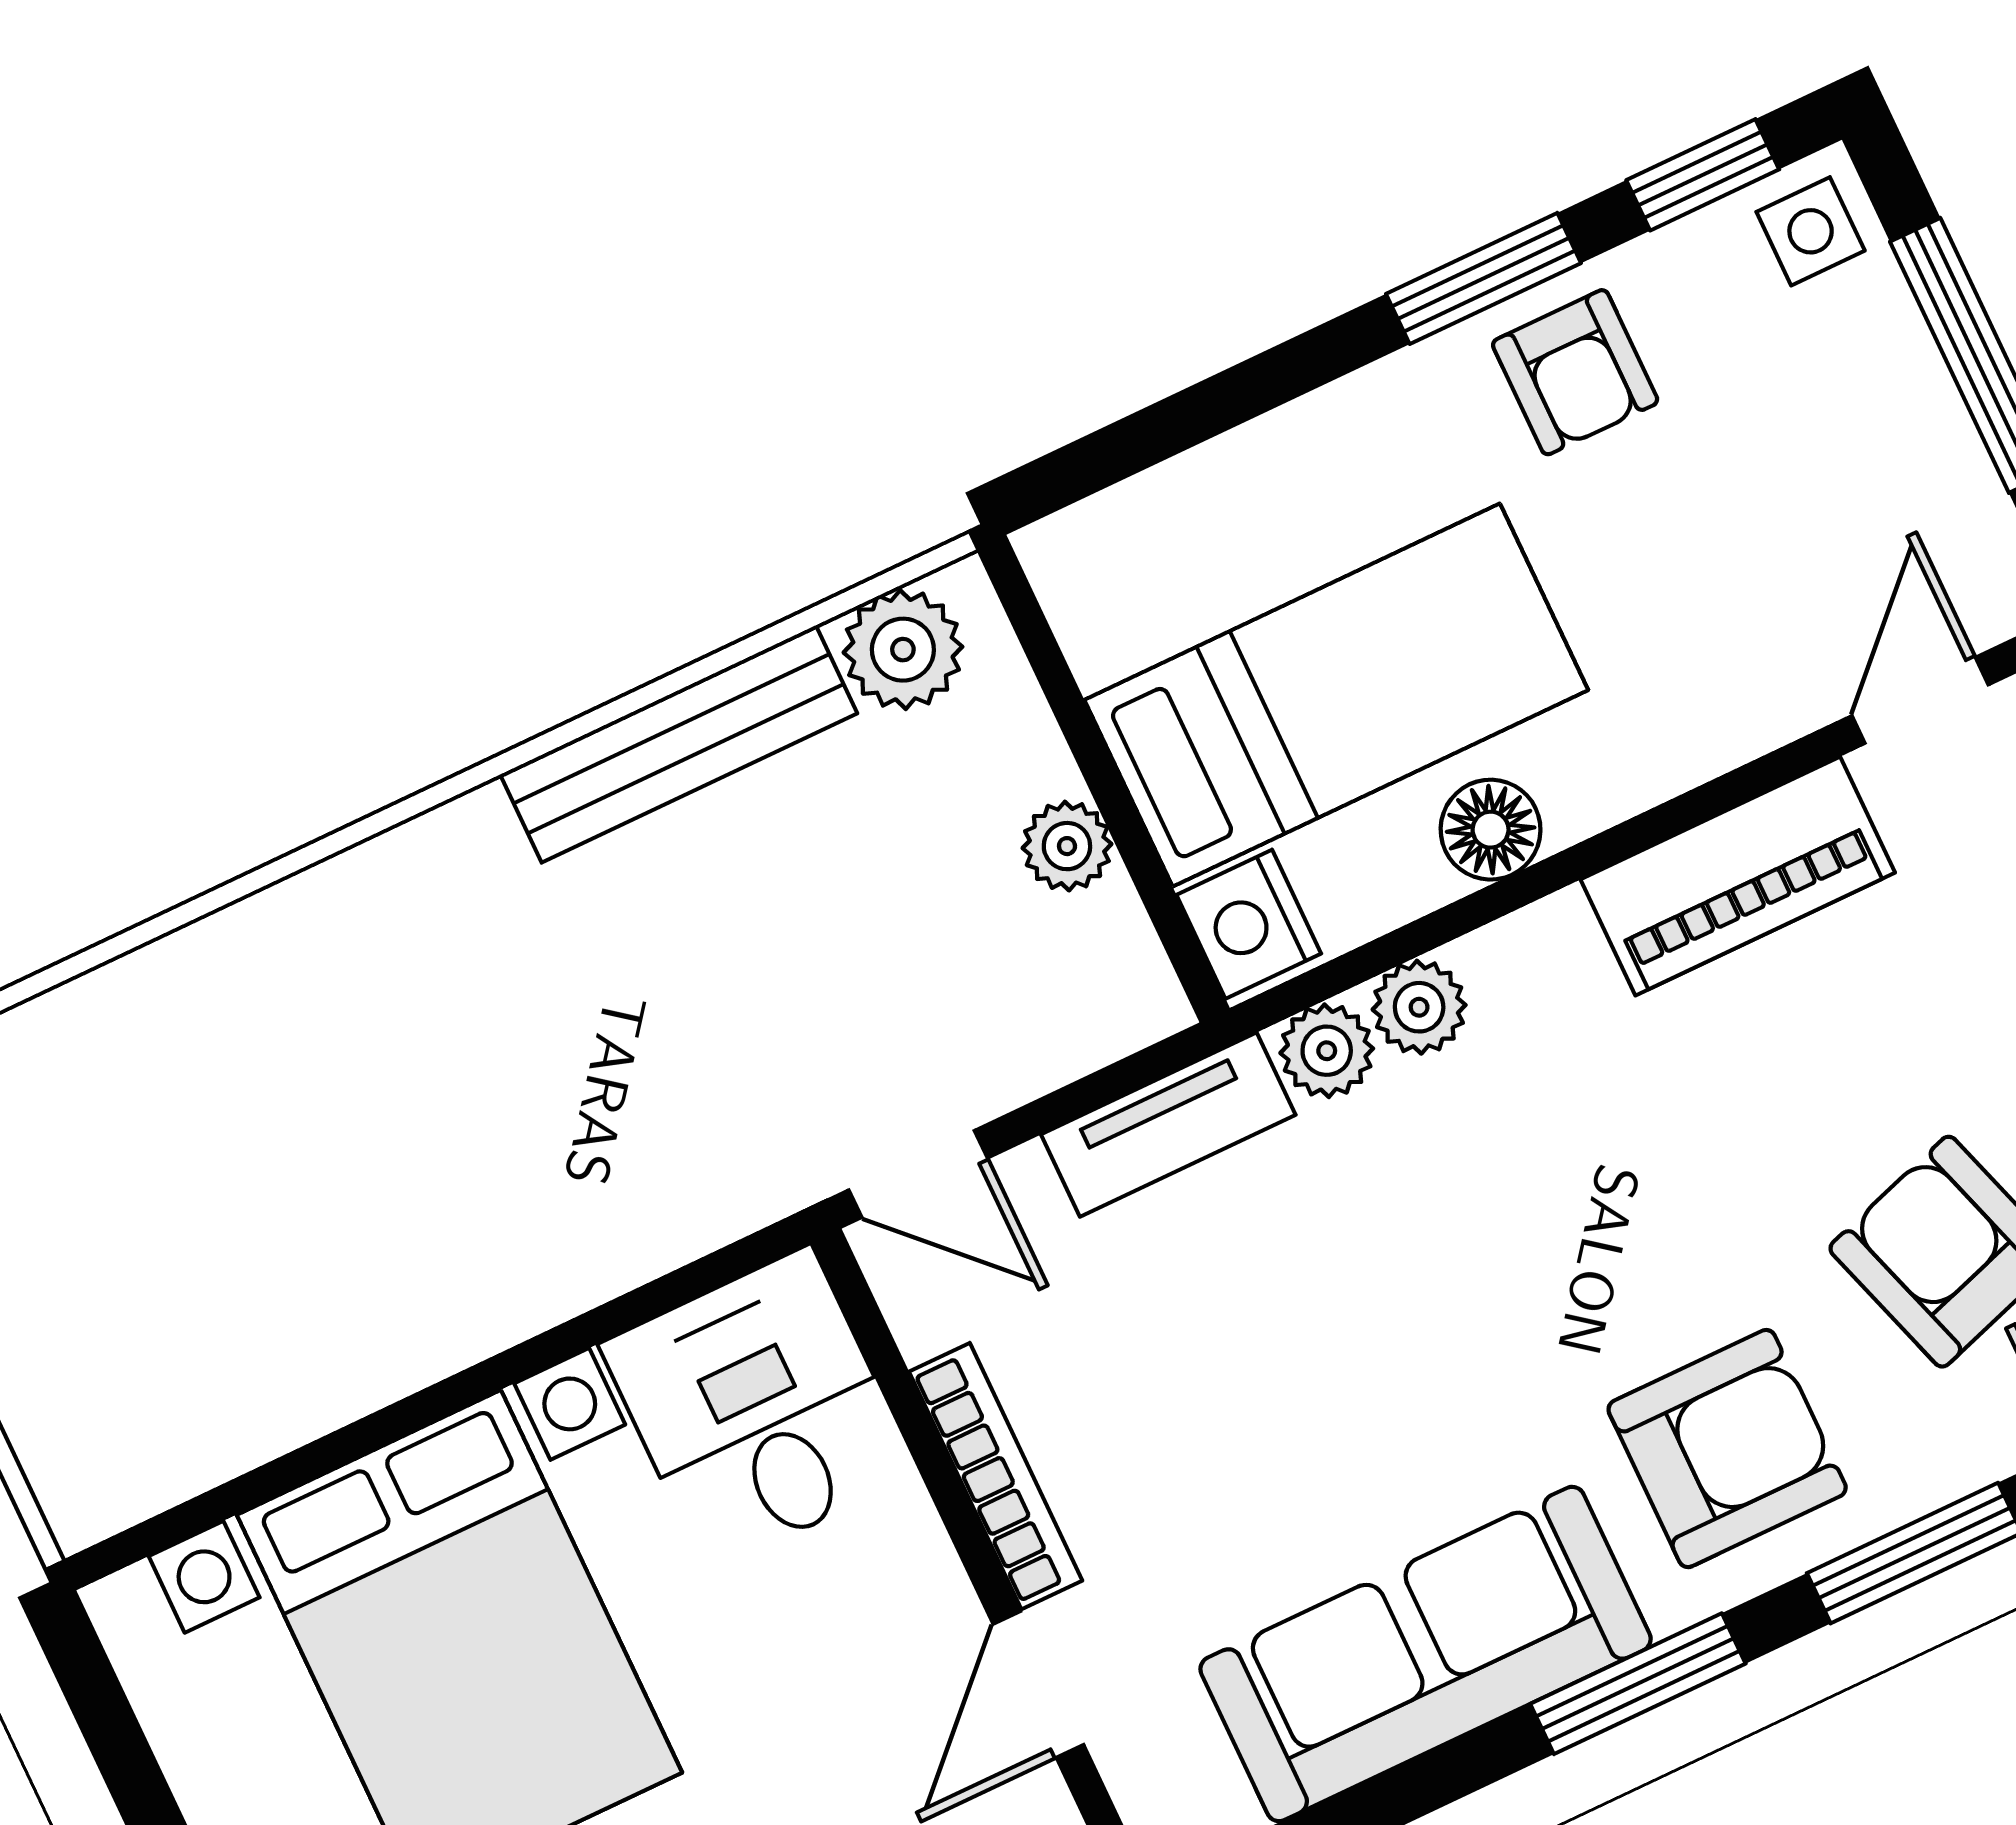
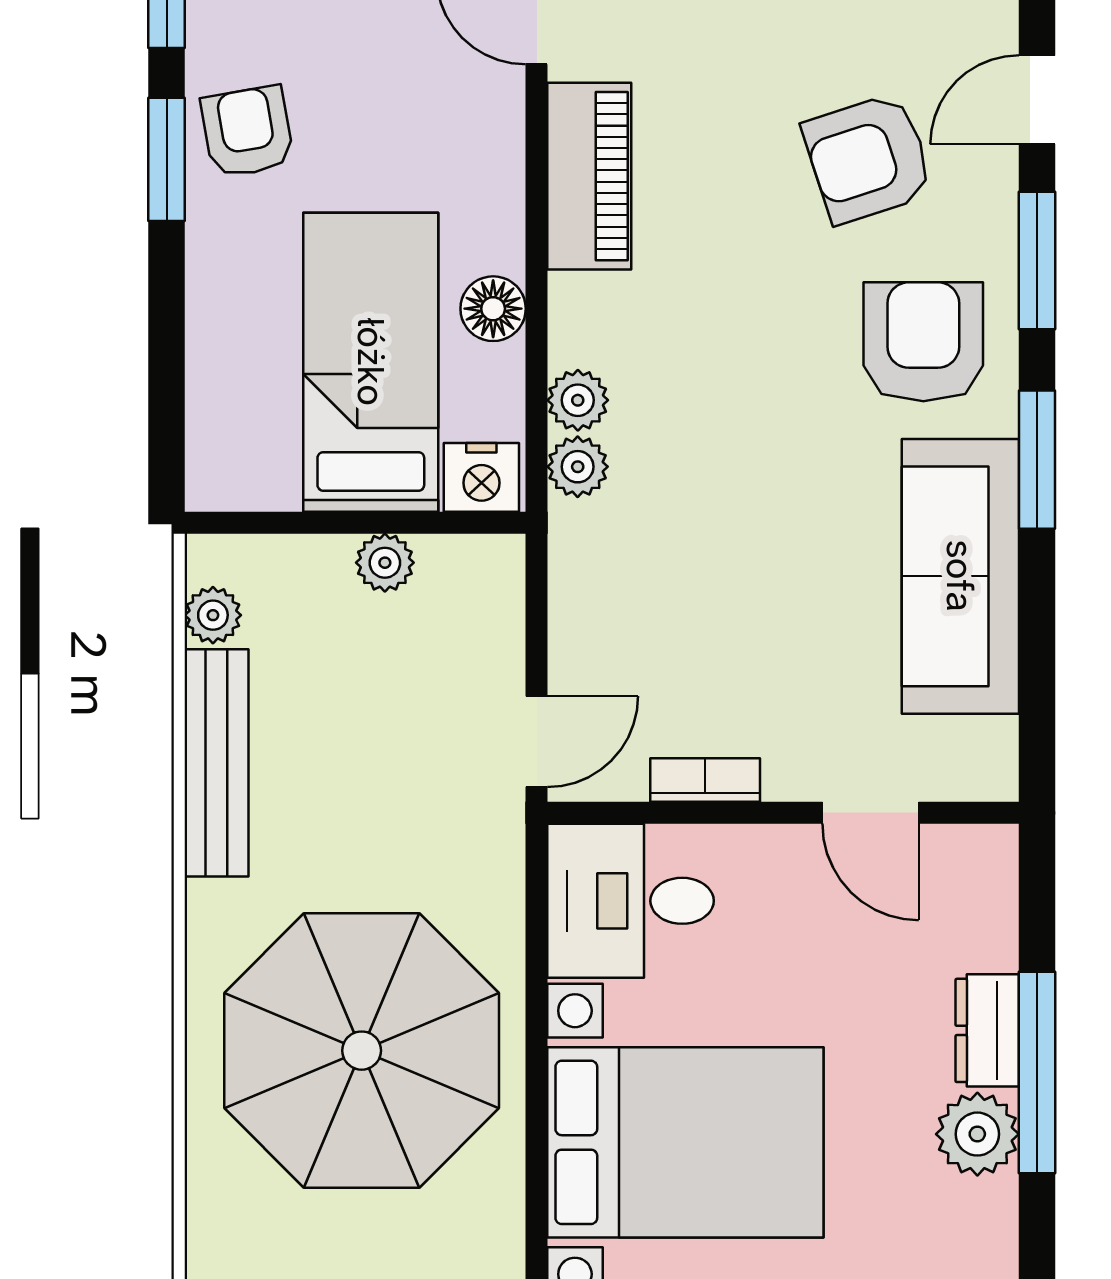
armchair: (1575, 372) -> (247, 132), turned -100
plant: (903, 650) -> (213, 615), width x0.73, depth x0.73
tv unit: (1168, 1125) -> (577, 581), removed
parasol: (374, 1134) -> (362, 1051), added
bookcase: (996, 1476) -> (705, 780), width x0.64

